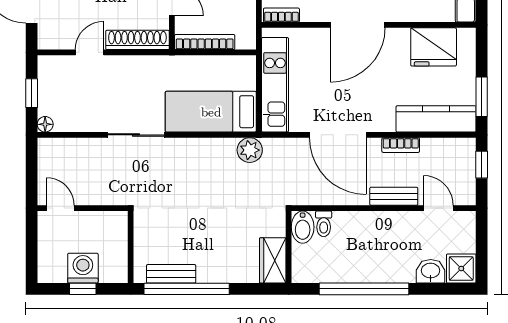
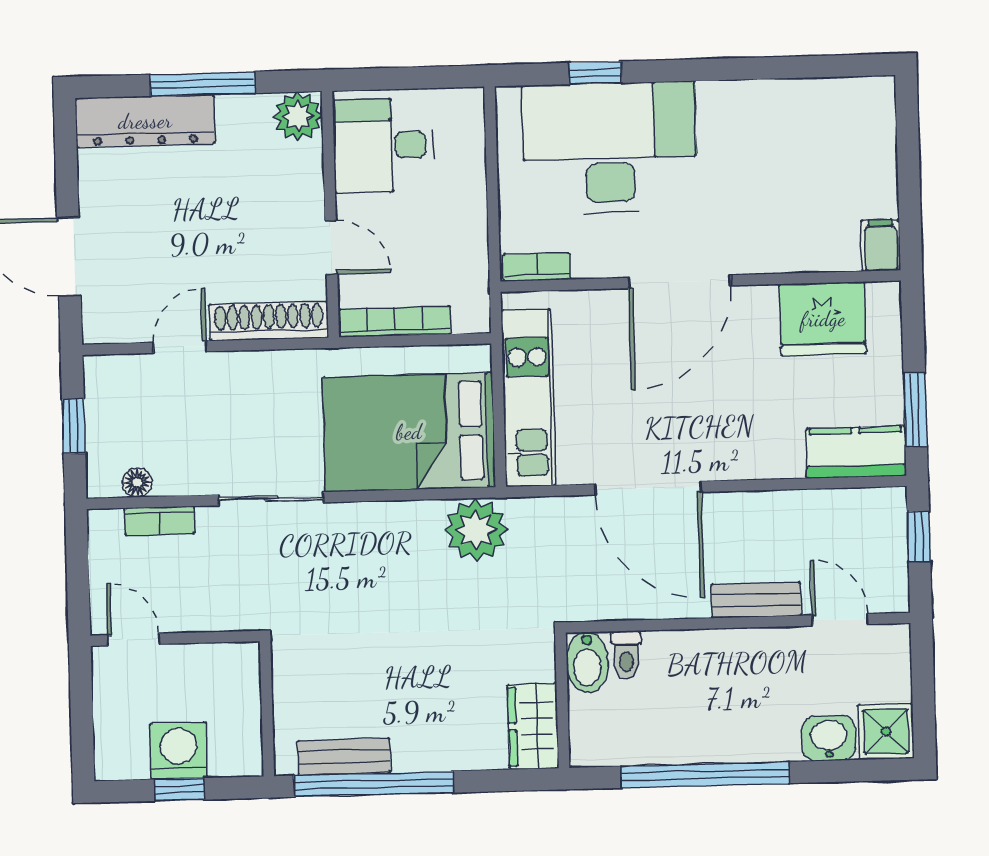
bed: (211, 112) -> (409, 432), width x1.50
kitchen counter: (436, 119) -> (856, 452), width x0.67
floor lamp: (45, 124) -> (137, 483), moved
bookcase: (401, 145) -> (160, 521), moved
plant: (250, 150) -> (476, 530), width x1.36, depth x1.36

